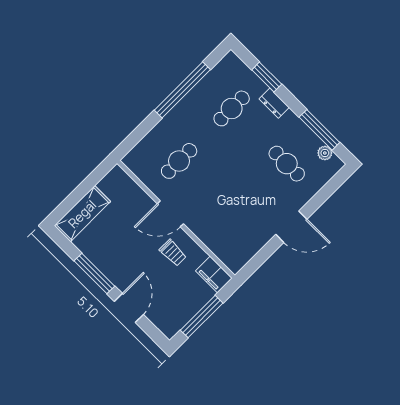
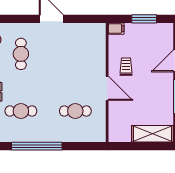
filing cabinet: (214, 274) -> (116, 29), width x0.50
window: (202, 317) -> (144, 19), width x0.69

